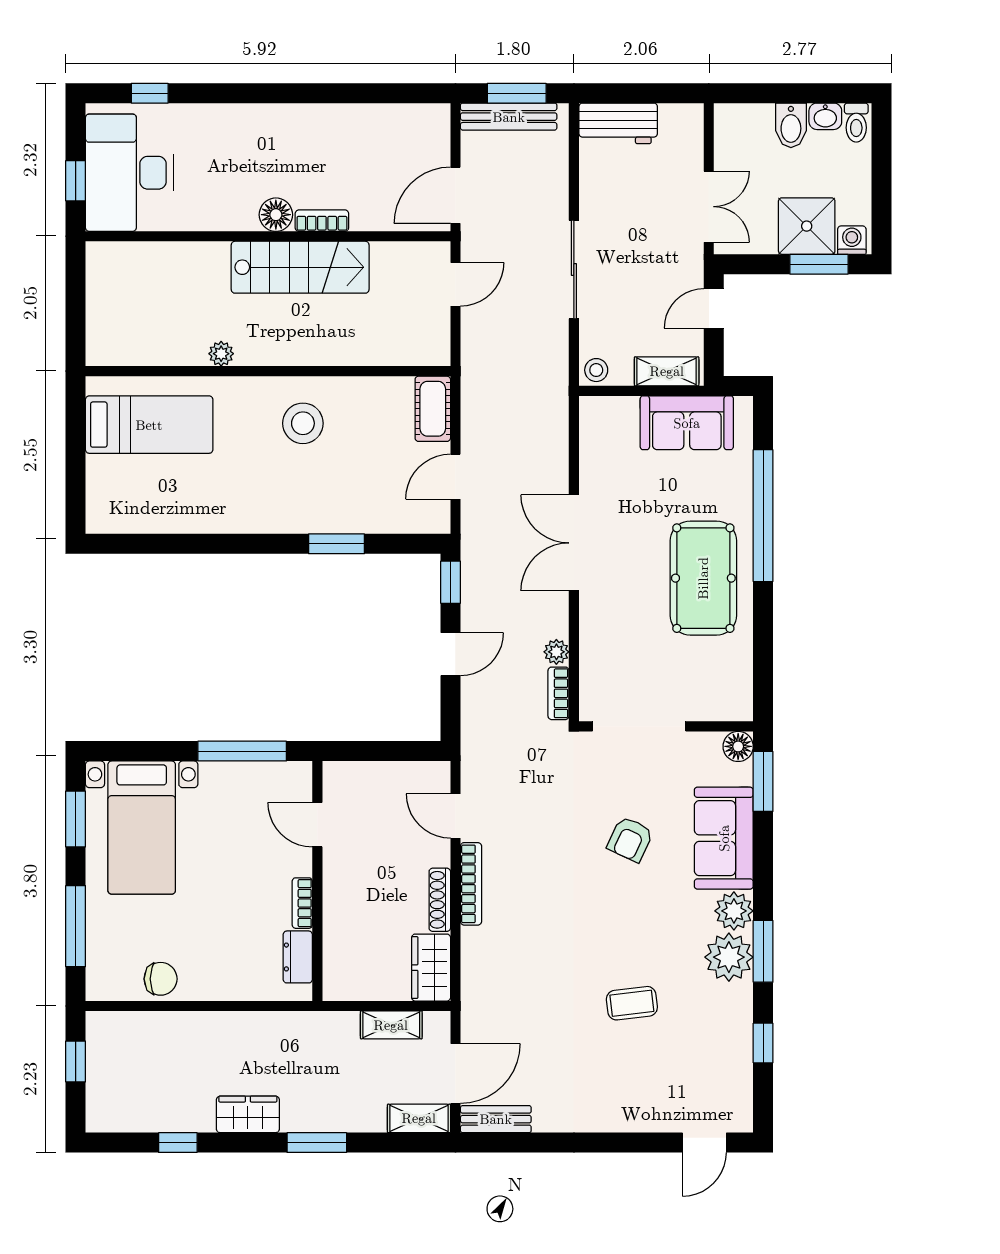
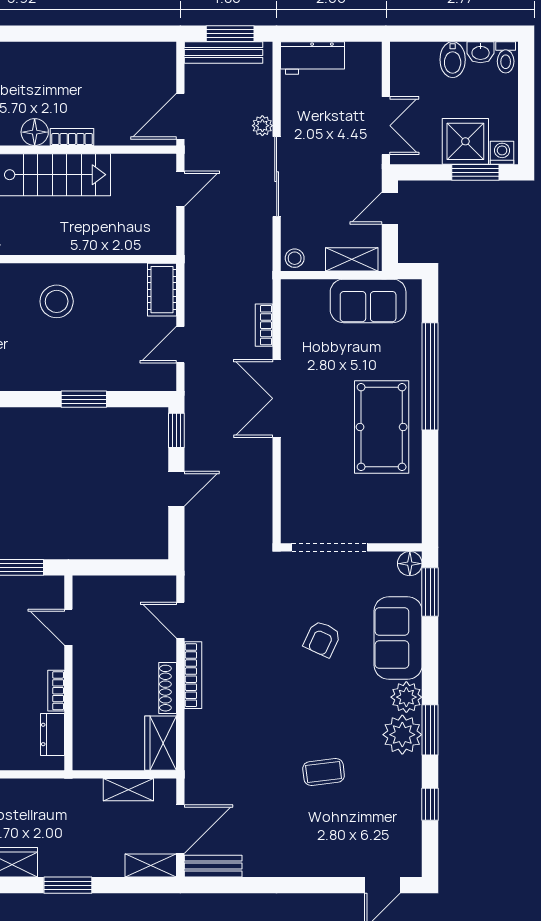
plant: (556, 652) -> (262, 126), moved
bookcase: (558, 693) -> (264, 325), moved

